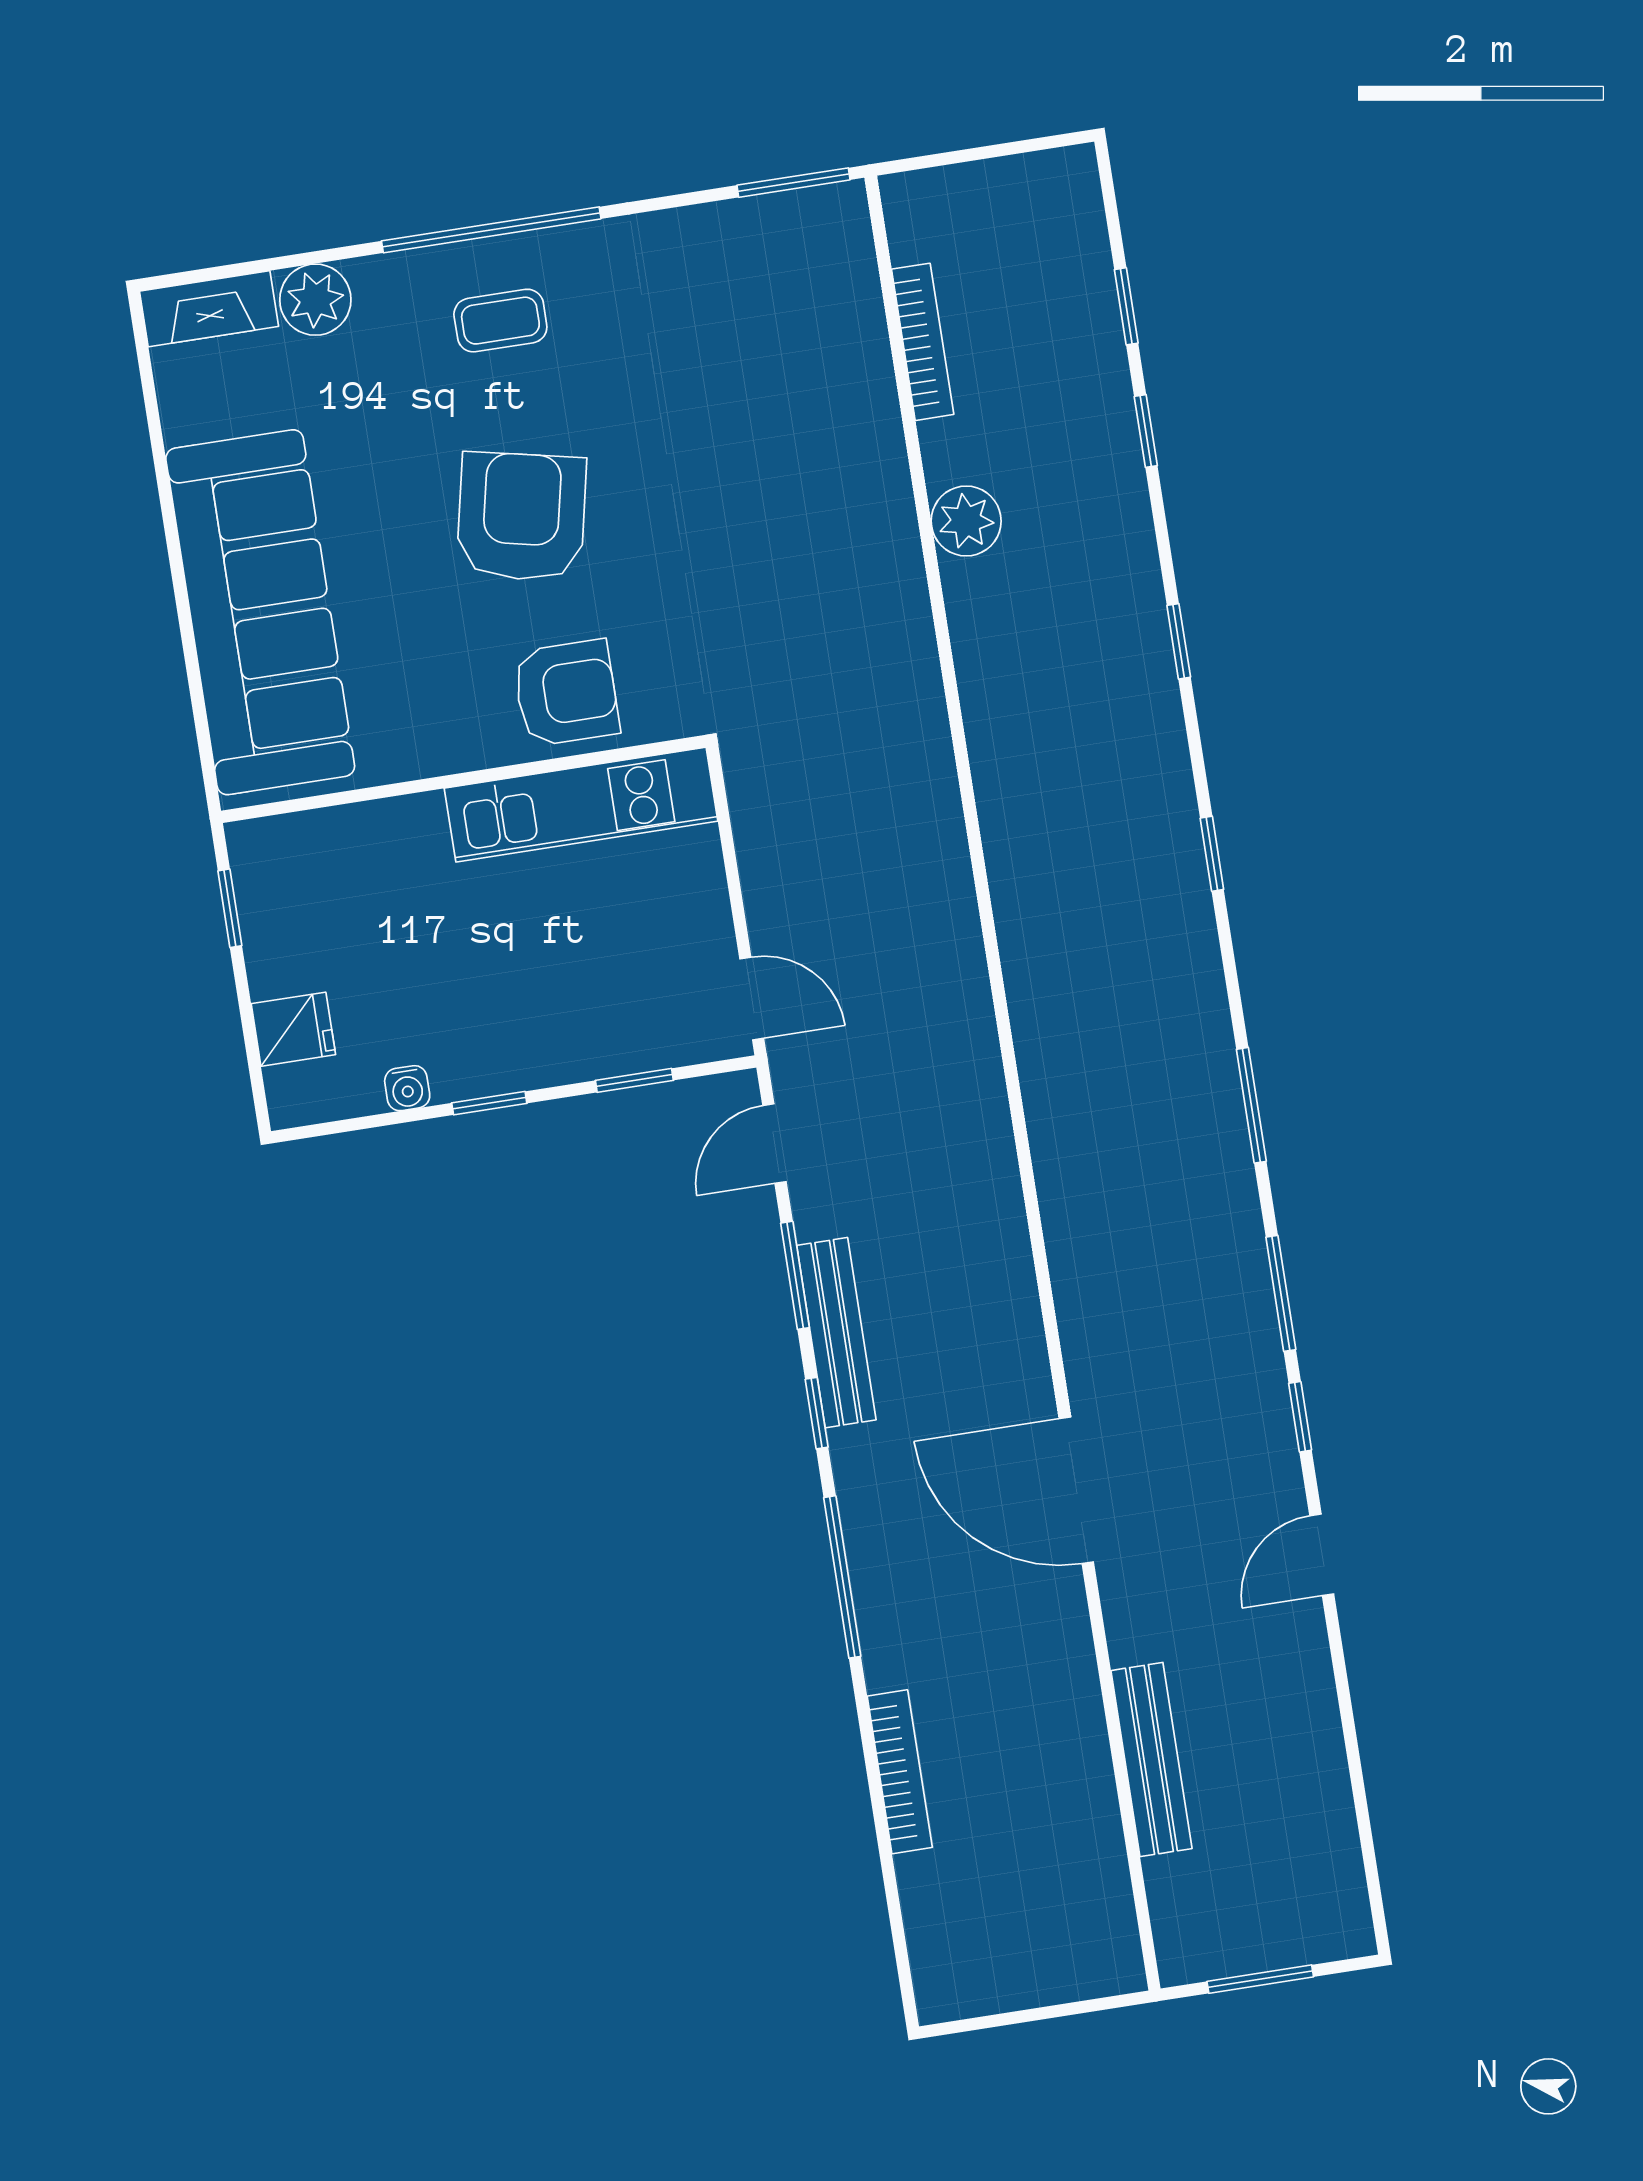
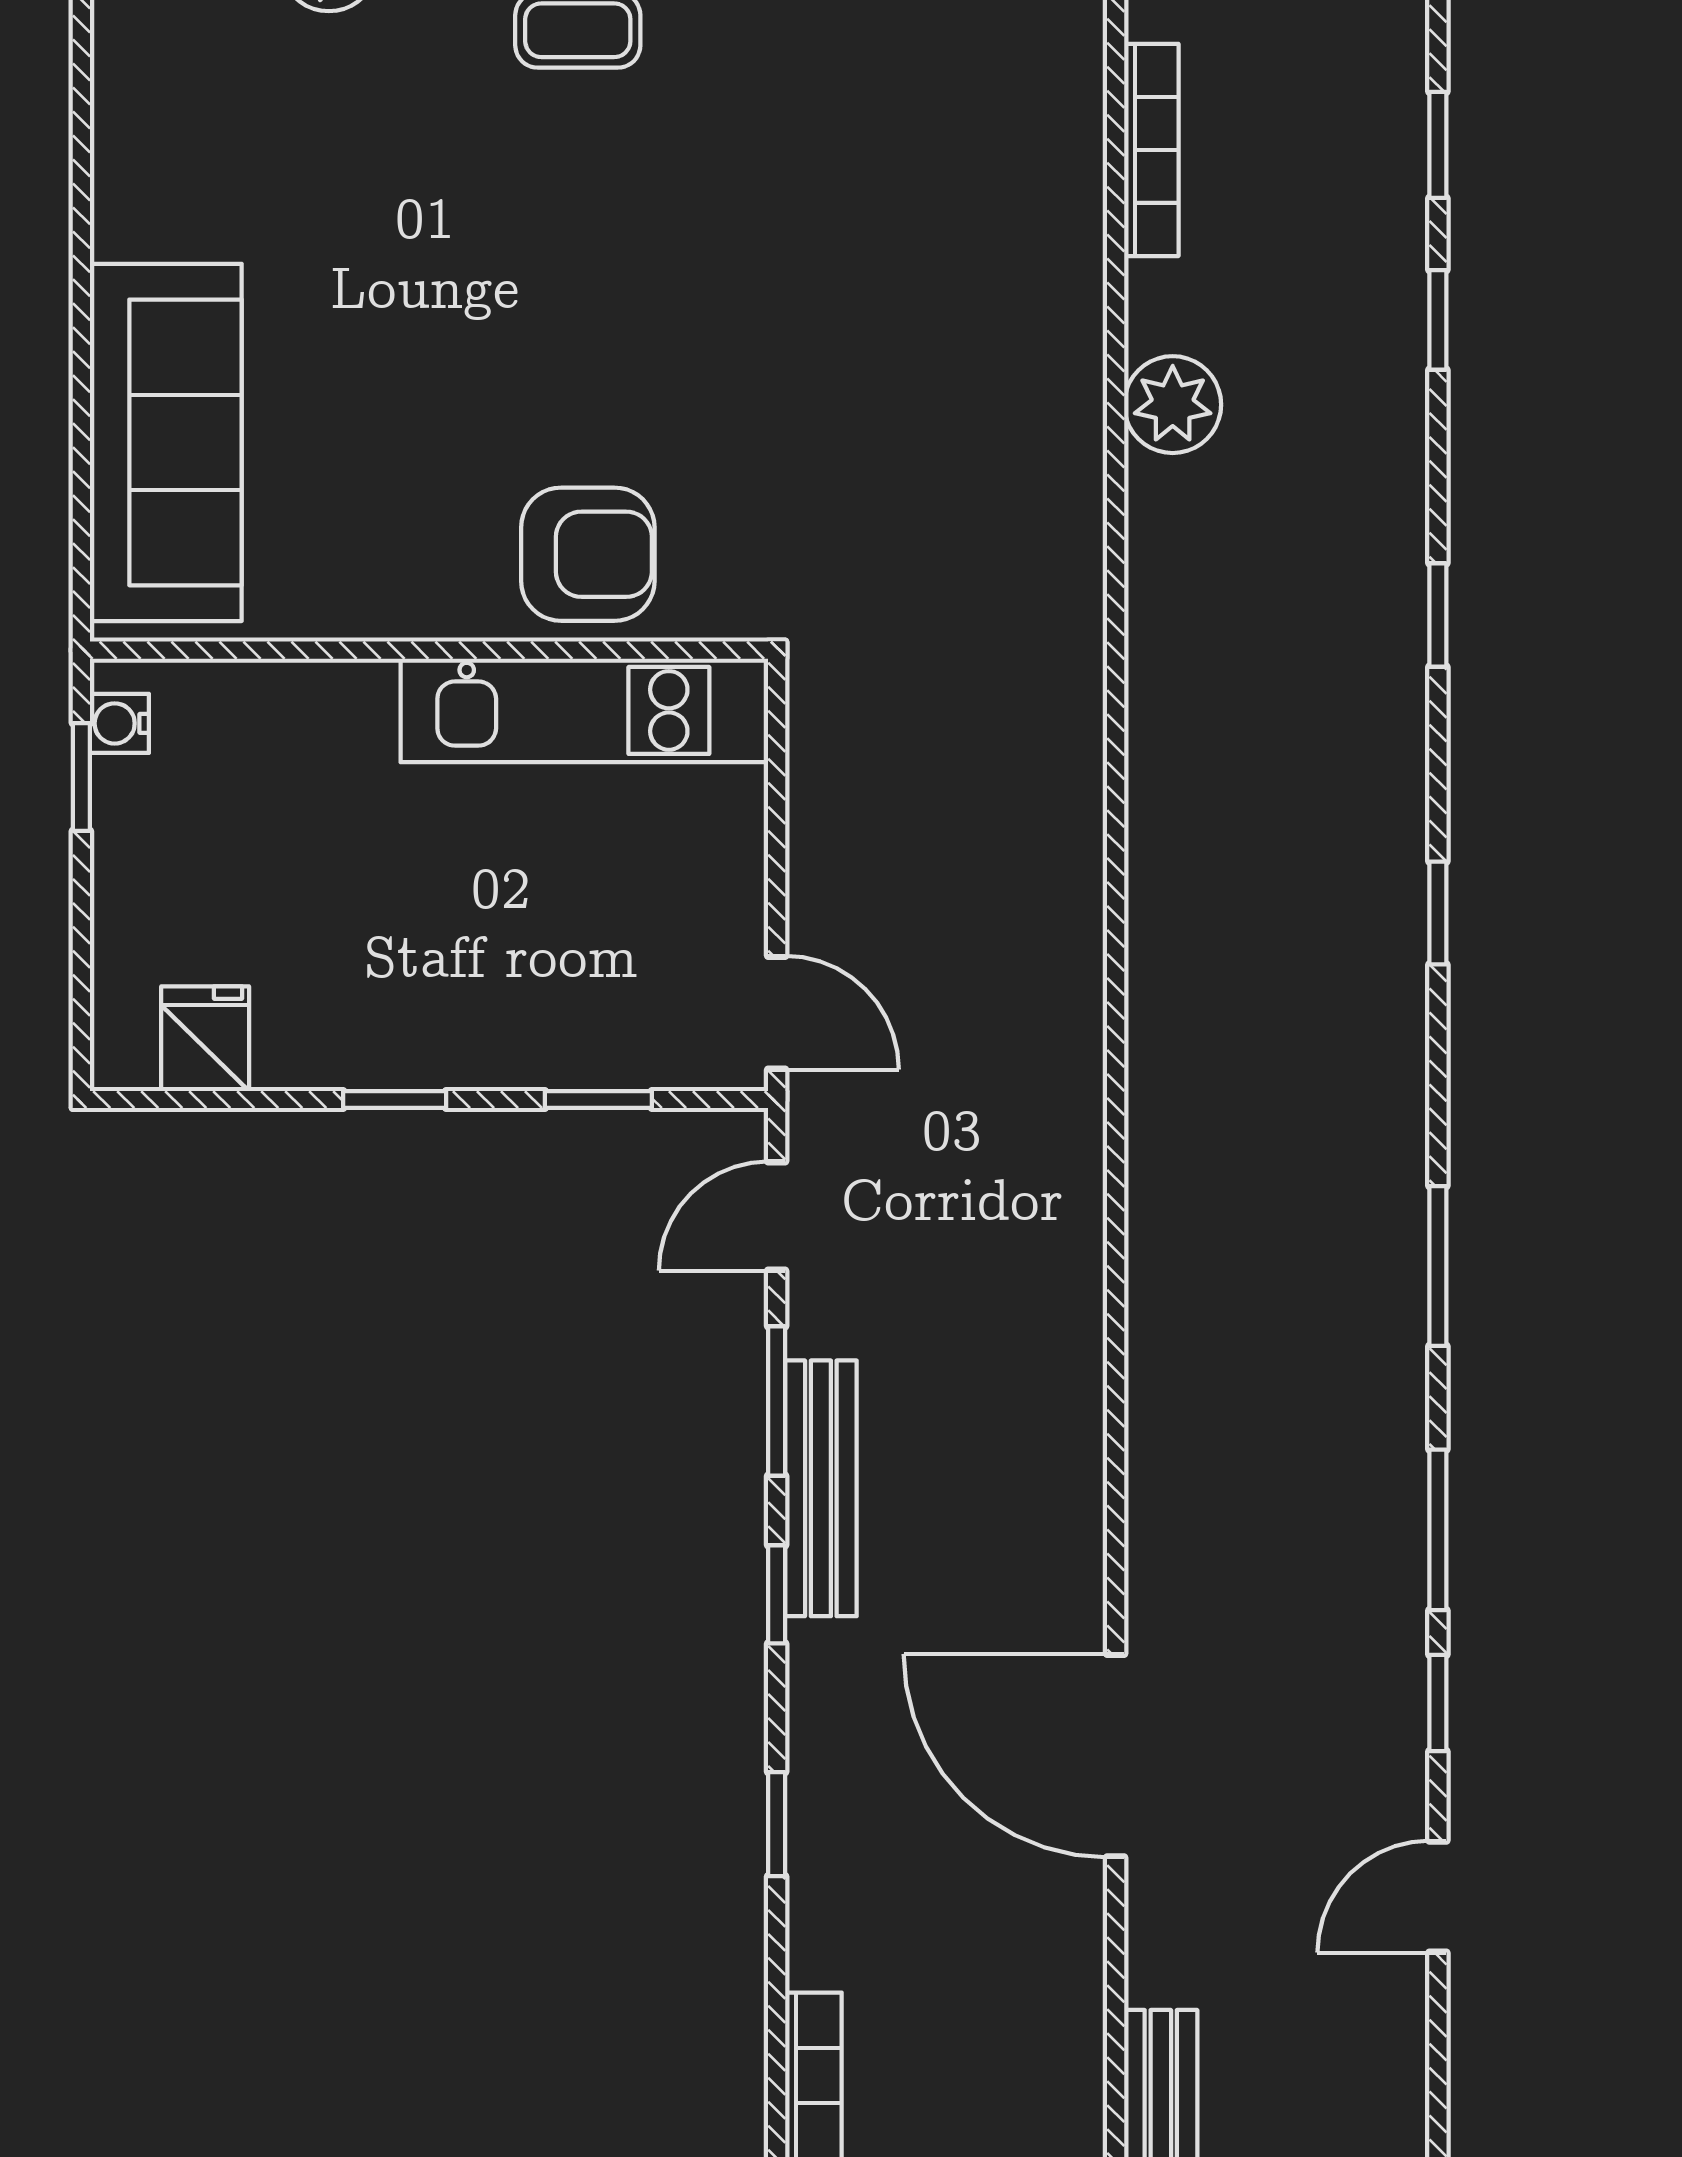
armchair: (521, 517) -> (565, 303), removed
sofa: (260, 612) -> (166, 442), width x0.74, depth x0.79
fridge: (293, 1029) -> (205, 1039), moved, turned -90
water cooler: (407, 1088) -> (119, 723), moved, turned 90
window: (842, 1577) -> (777, 1824), width x0.46

